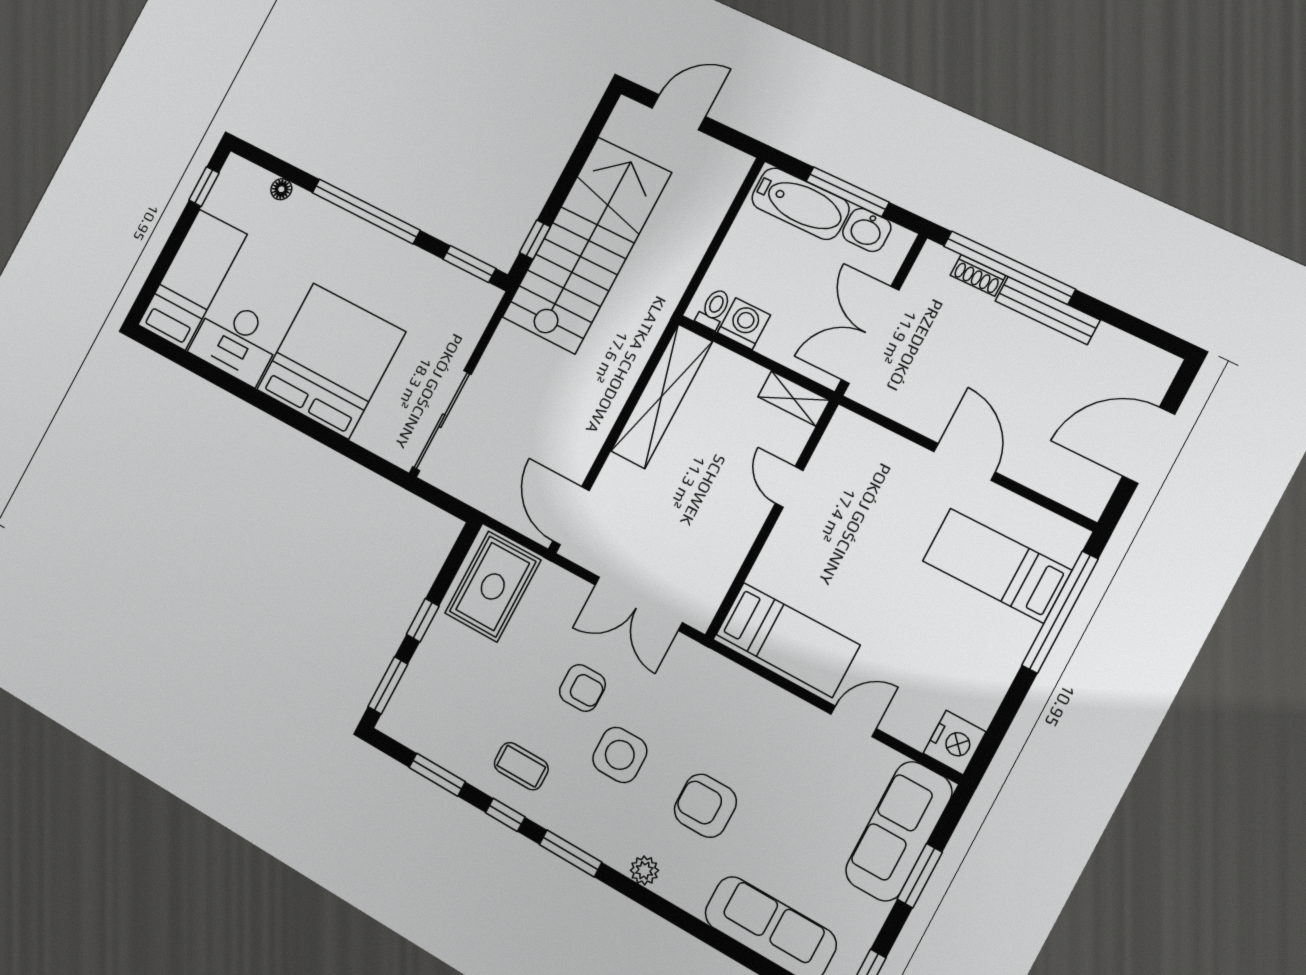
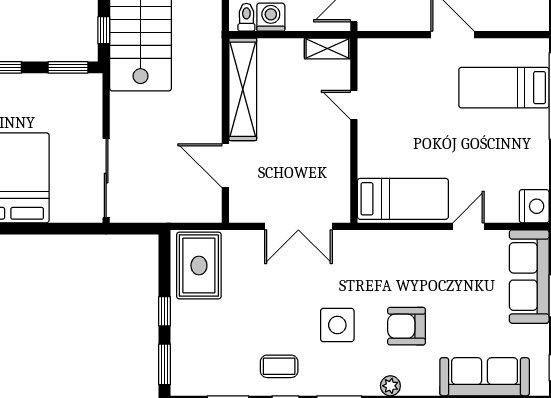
door: (571, 516) -> (225, 166), moved
armchair: (582, 688) -> (291, 297), removed

